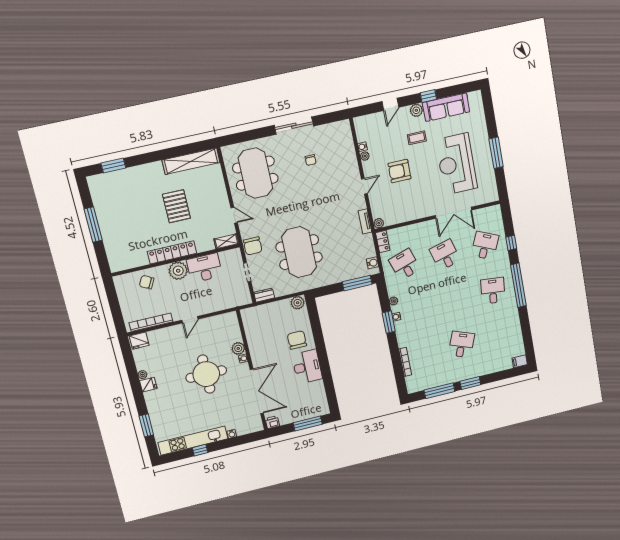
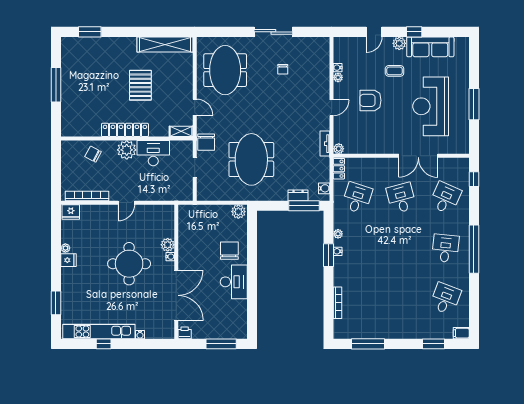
window: (511, 243) -> (474, 179), moved
desk: (405, 265) -> (357, 198), turned 36
dresser: (264, 295) -> (298, 195), moved
desk: (461, 344) -> (445, 299), moved
window: (470, 383) -> (434, 344), moved

